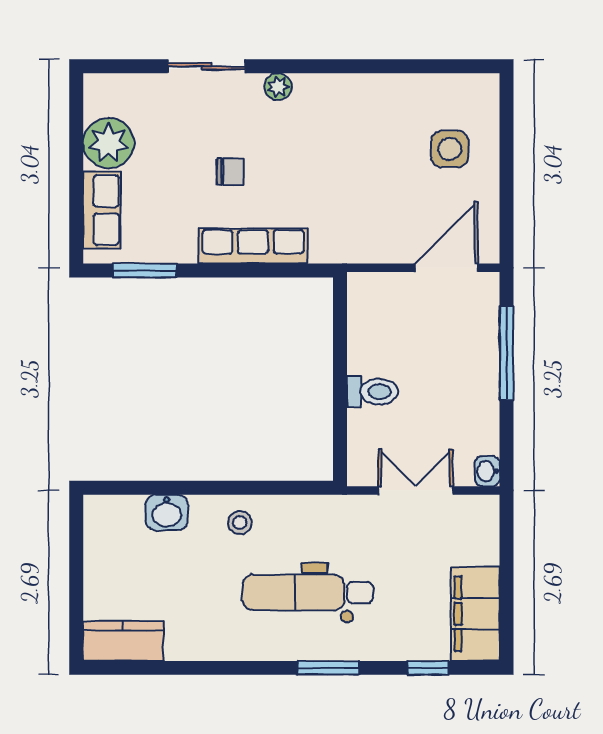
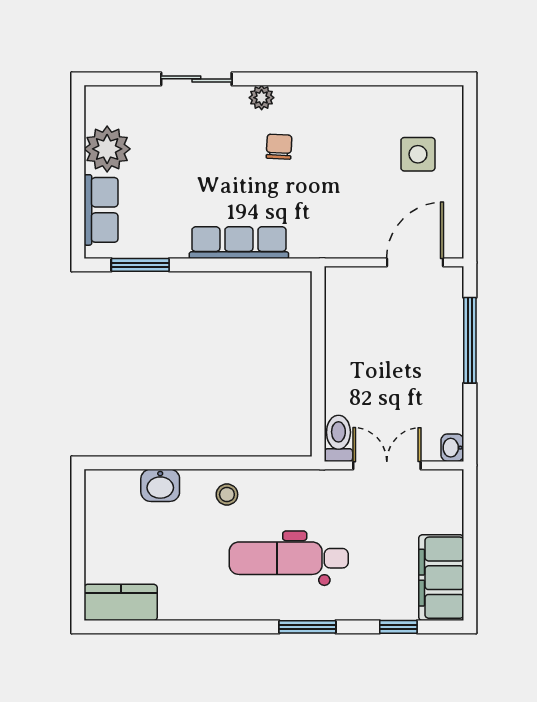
chair: (230, 172) -> (279, 147), moved, turned -87
toilet: (372, 392) -> (338, 438), moved, turned -90

